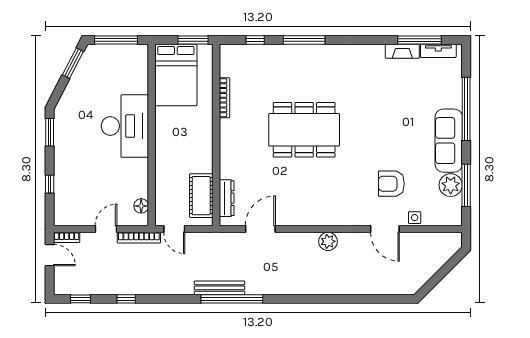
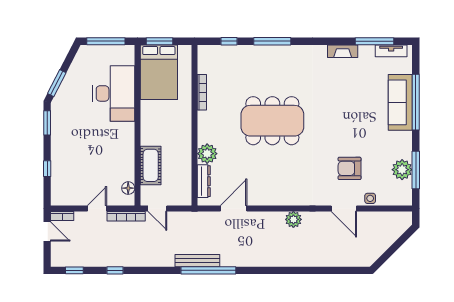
window: (193, 40) -> (160, 41), moved
fireplace: (402, 51) -> (343, 51), moved
window: (73, 63) -> (57, 83), moved
desk: (125, 126) -> (114, 93), moved
sofa: (449, 141) -> (400, 102), moved
plant: (230, 167) -> (207, 154), added
cot: (201, 196) -> (151, 165), moved

